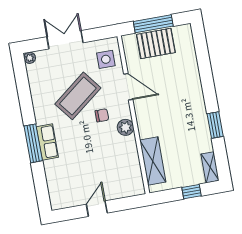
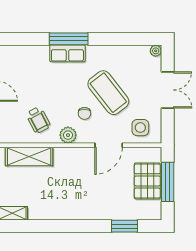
window: (215, 125) -> (125, 226), moved
wheelchair: (116, 159) -> (38, 120), added

